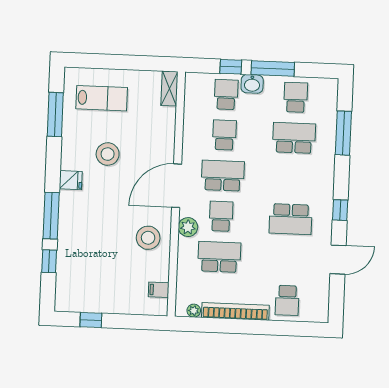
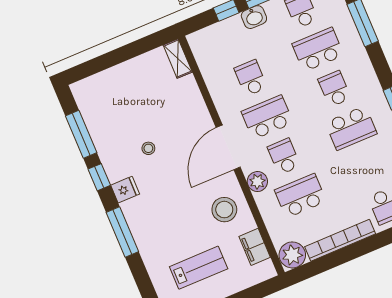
school desk: (226, 94) -> (335, 89), moved
lab bench: (102, 98) -> (199, 268), moved
stool: (108, 154) -> (148, 148), width x0.53, depth x0.53
window: (49, 261) -> (99, 177), moved
filing cabinet: (159, 290) -> (255, 247), width x2.00
plant: (194, 311) -> (292, 255), width x1.87, depth x1.87

